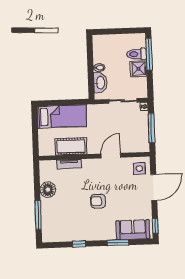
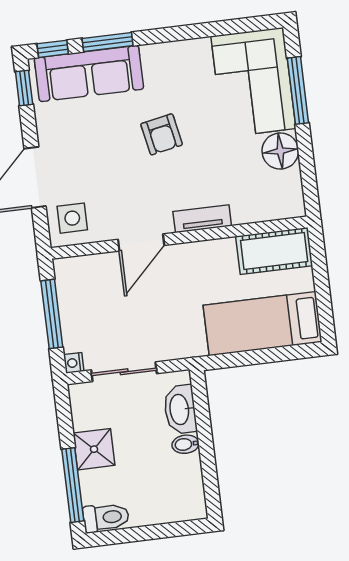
toilet: (136, 54) -> (106, 517), moved
cot: (71, 146) -> (274, 251), moved
tv unit: (69, 164) -> (202, 219), moved
armchair: (98, 201) -> (162, 134), turned 79
corner sofa: (57, 220) -> (253, 82), added
sofa: (133, 230) -> (89, 74), width x1.36
window: (79, 244) -> (53, 49), moved

